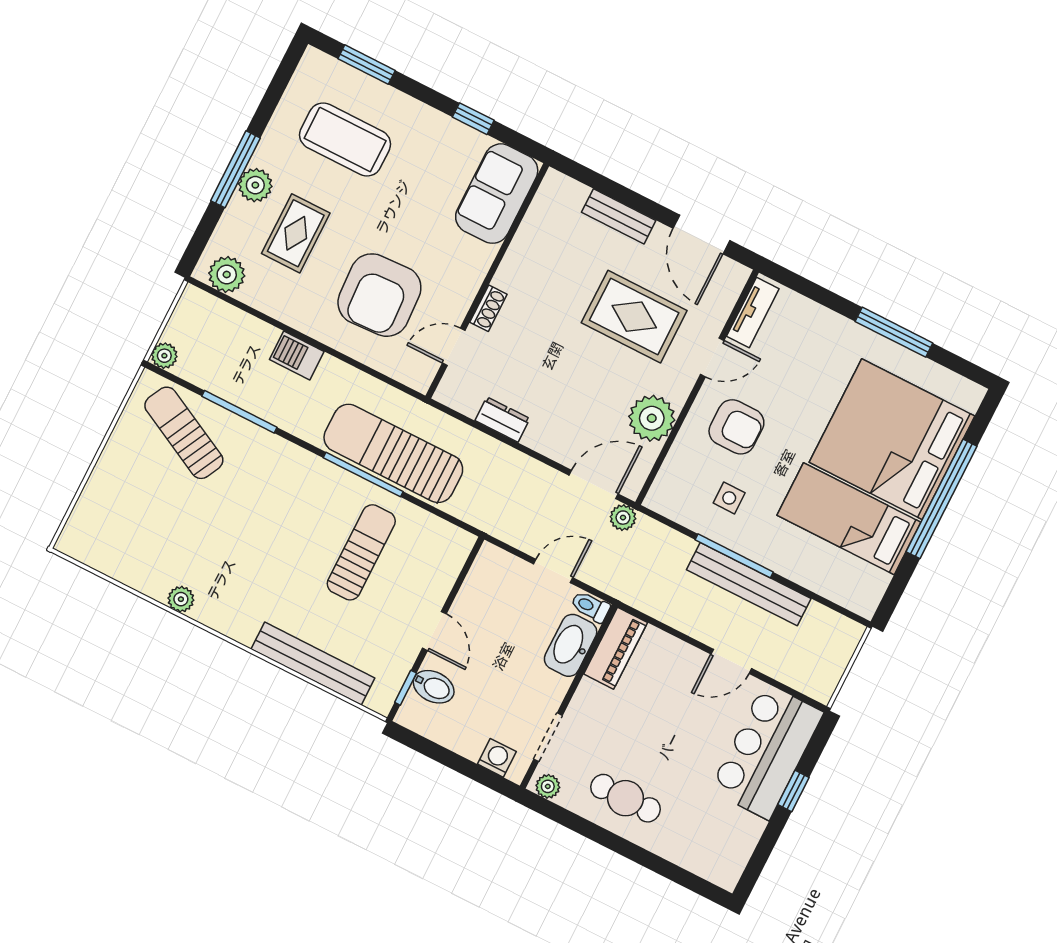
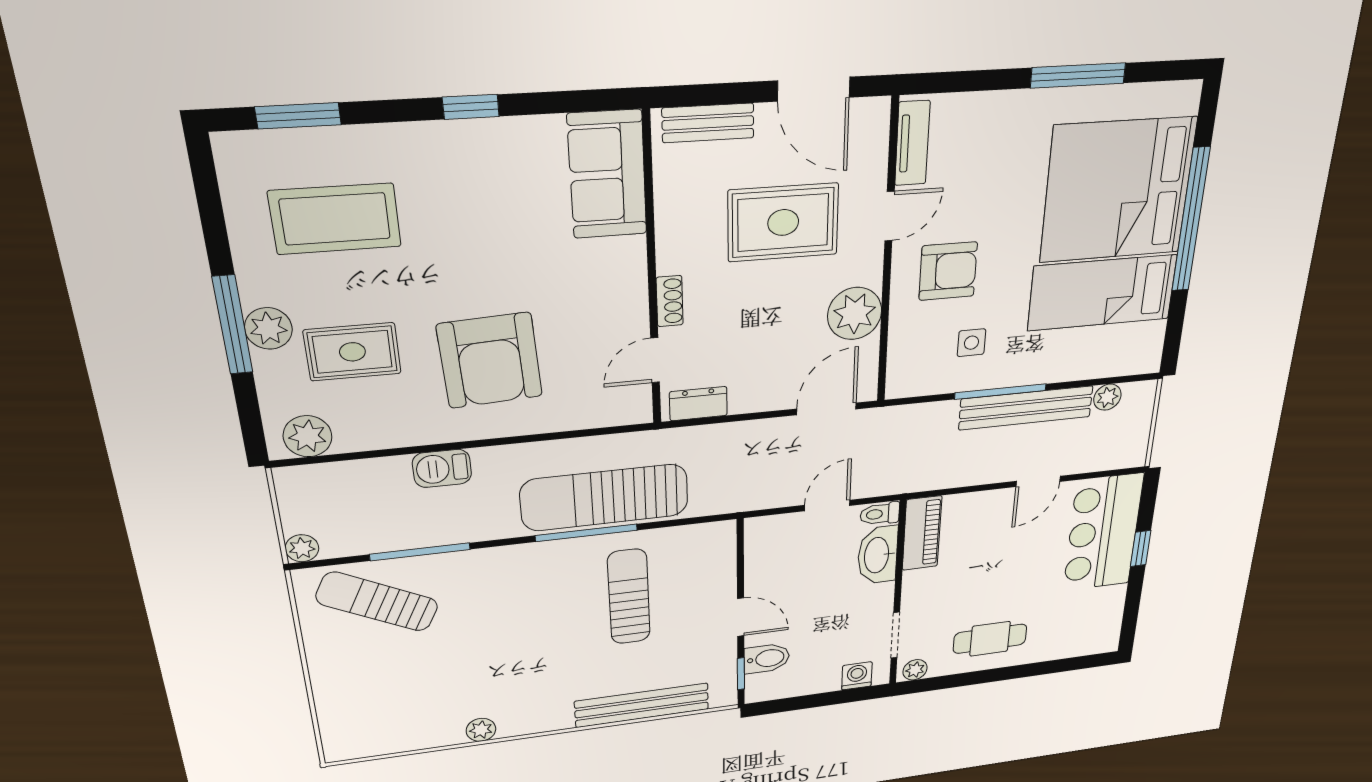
sofa: (497, 194) -> (607, 175), moved
rug: (296, 233) -> (352, 352), turned 90
wall: (487, 281) -> (652, 274), moved
shoe rack: (488, 308) -> (670, 301), moved
door: (454, 347) -> (655, 360), moved
plant: (623, 518) -> (1107, 397), moved

